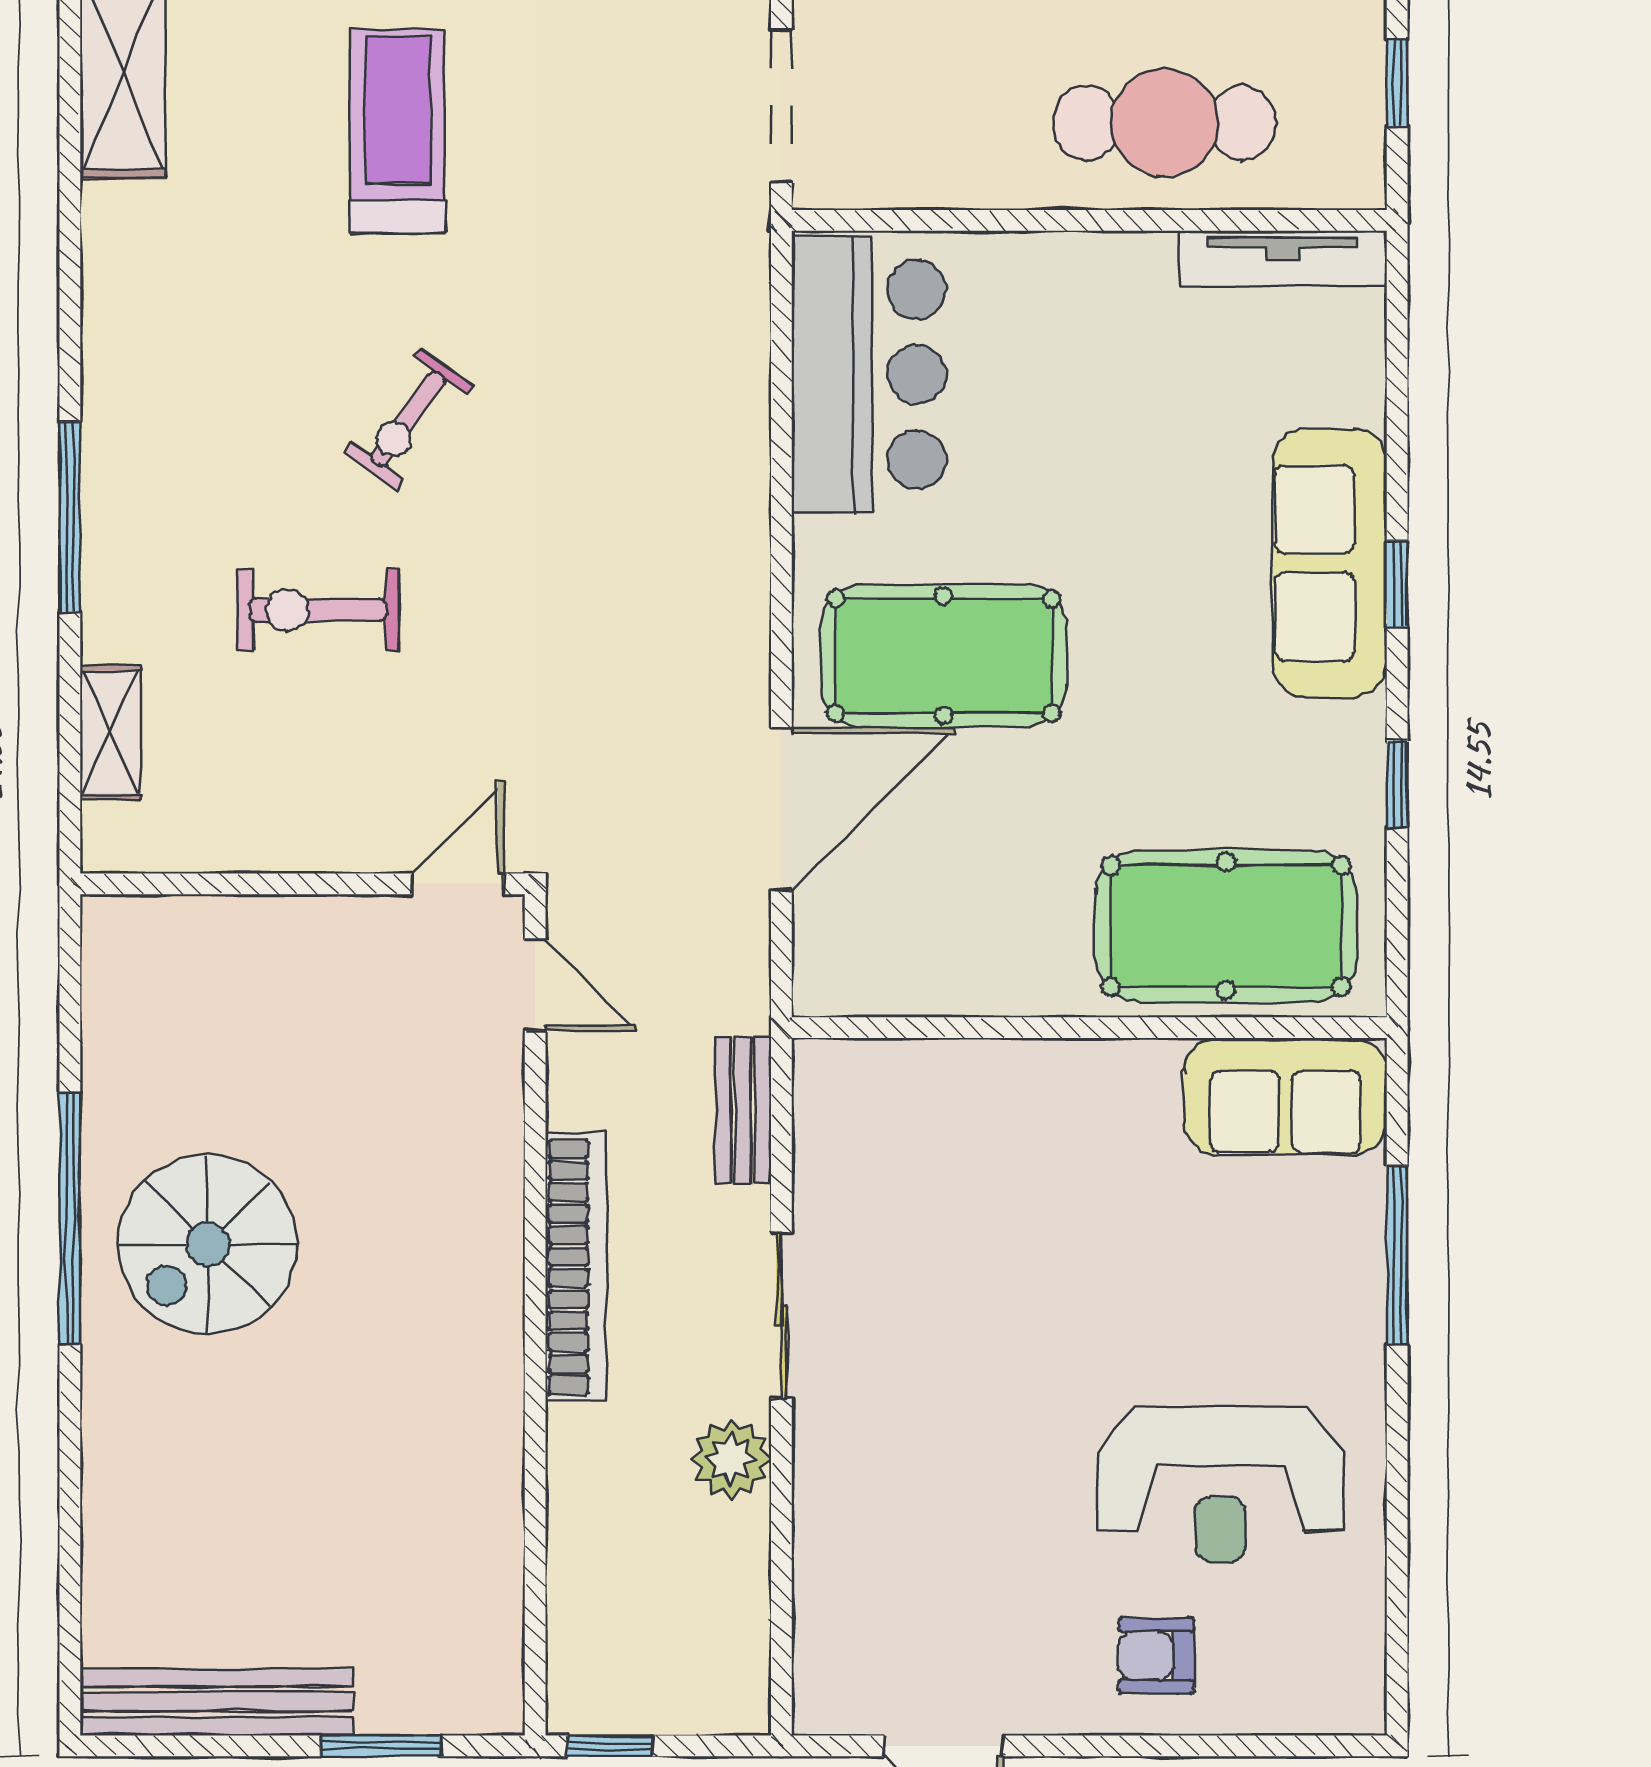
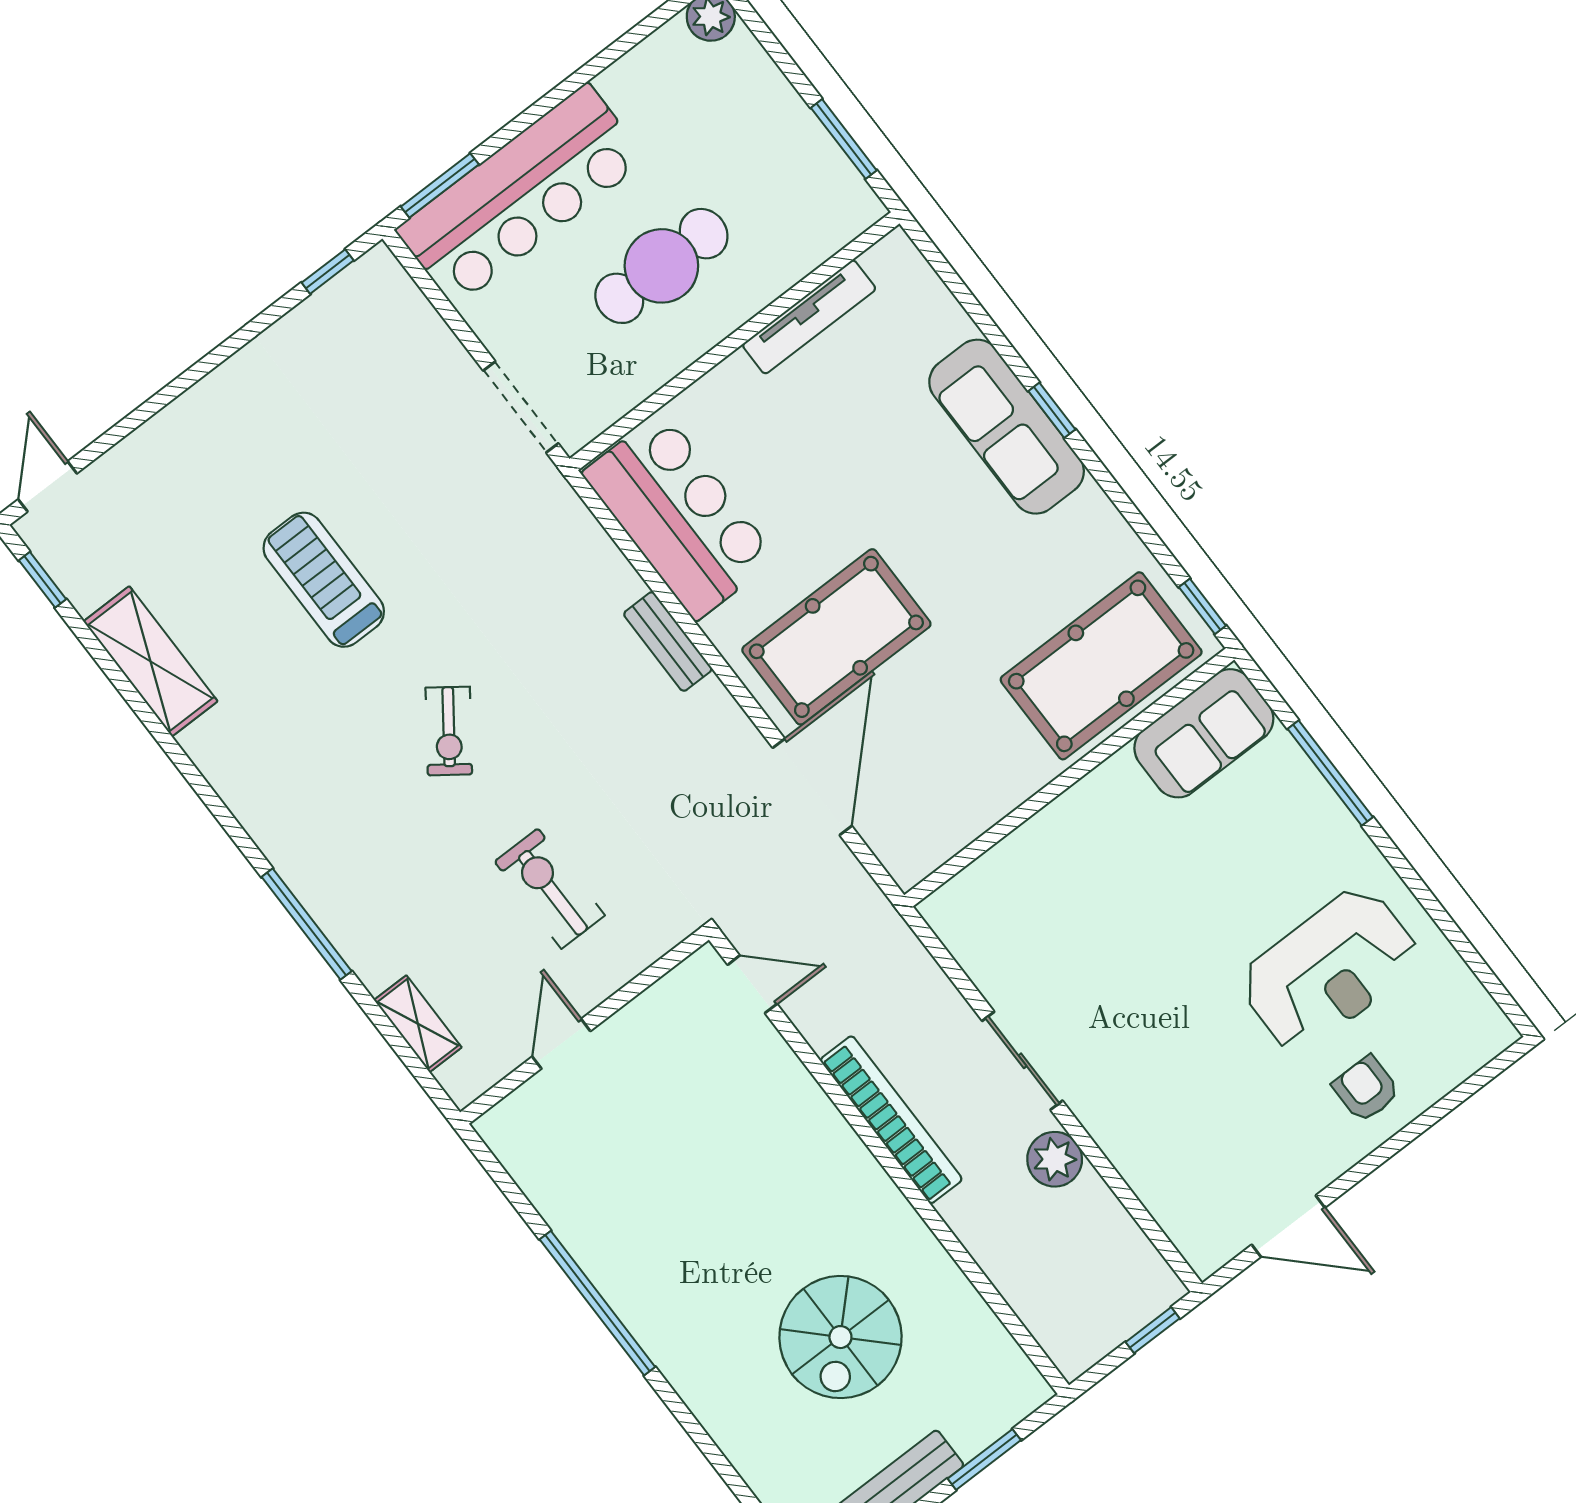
window: (1397, 83) -> (844, 139), width x1.50
cafe table: (1164, 123) -> (661, 266), moved
tv unit: (1283, 259) -> (809, 317), moved
exercise bike: (318, 610) -> (550, 888), moved, turned 90
window: (1397, 784) -> (1202, 606), moved
door: (458, 884) -> (561, 1044), moved
bench: (743, 1110) -> (668, 641), moved
spiral stairs: (208, 1244) -> (840, 1337), moved
armchair: (1156, 1656) -> (1366, 1089), turned 90
window: (610, 1746) -> (1153, 1330), moved

